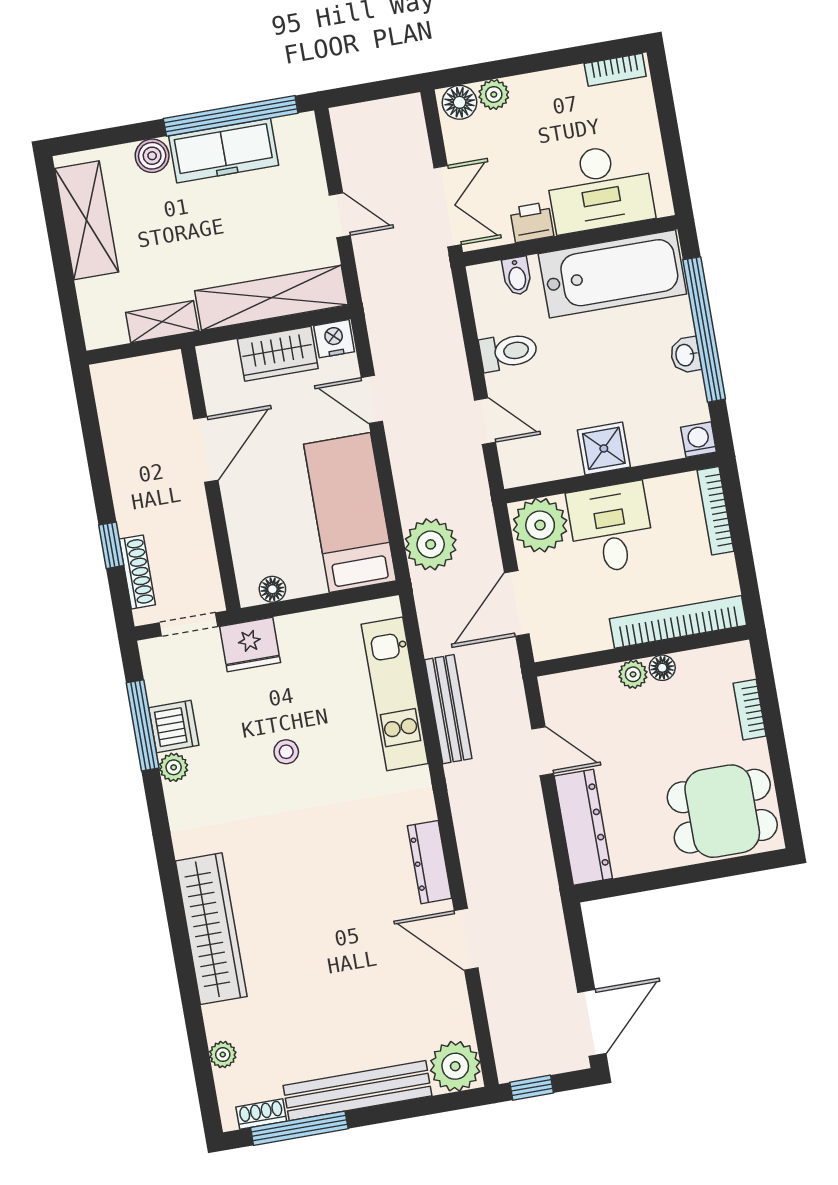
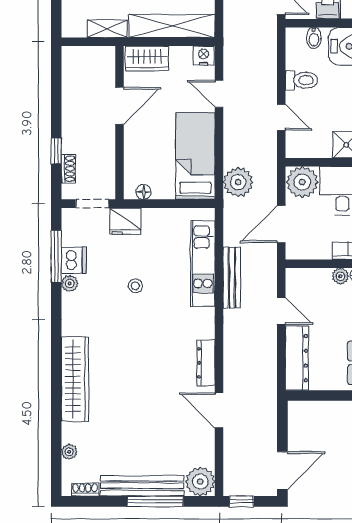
wardrobe: (278, 354) -> (147, 58), moved
shoe rack: (137, 572) -> (68, 169), width x0.70
window: (299, 1128) -> (155, 501), moved

